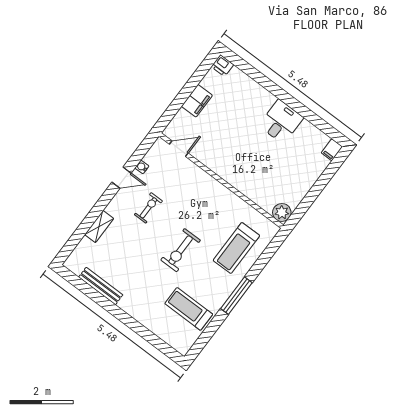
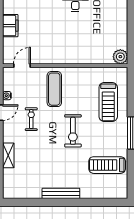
exercise mat: (193, 195) -> (54, 89), added
bench: (101, 286) -> (61, 193), moved

